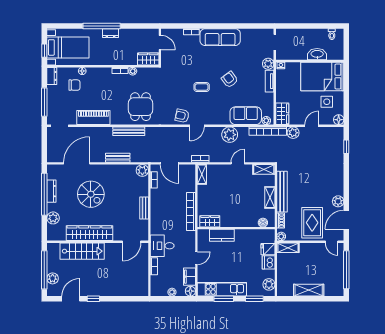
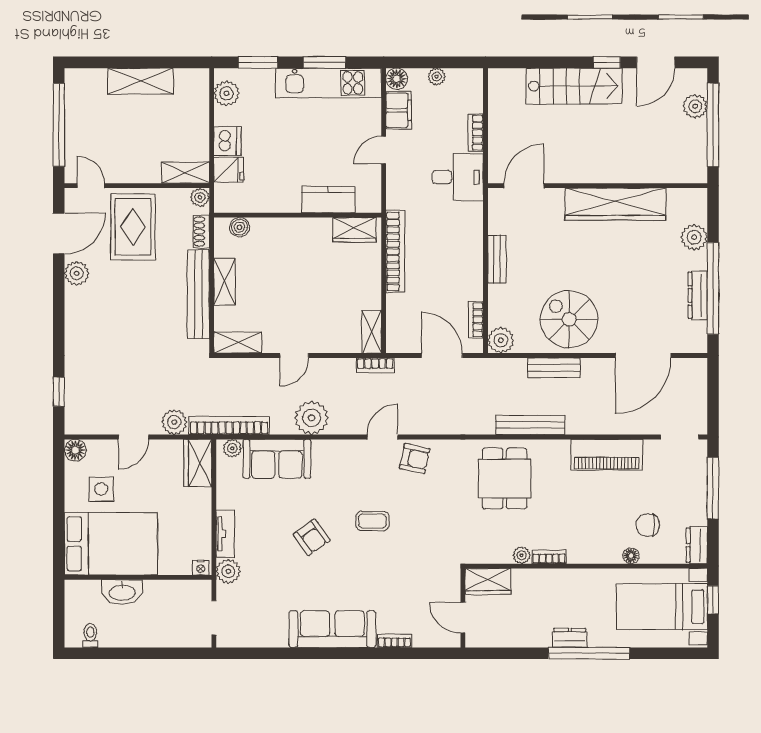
spiral stairs: (91, 194) -> (569, 319), moved
stairs: (82, 251) -> (574, 86), moved, turned 180

